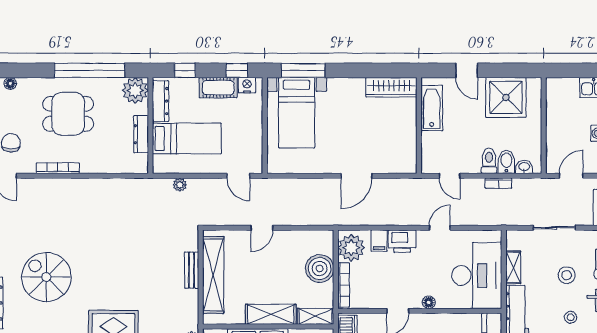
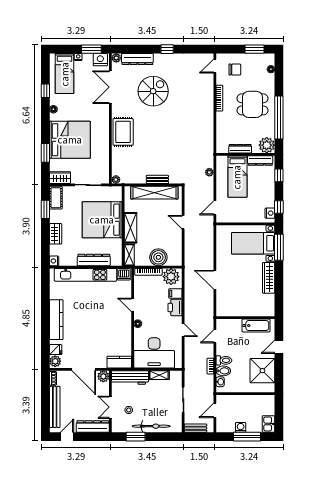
wardrobe: (391, 87) -> (269, 278), moved
cot: (218, 88) -> (268, 196), removed
dining table: (68, 114) -> (252, 104), turned 90
door: (571, 176) -> (215, 410), swing flipped
stool: (567, 275) -> (154, 408), removed

